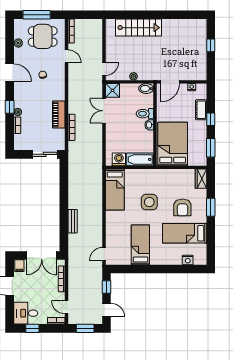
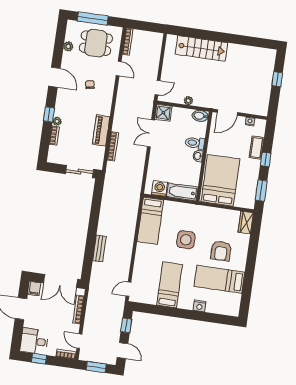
window: (211, 207) -> (252, 255), removed
nightstand: (188, 260) -> (199, 306), moved

